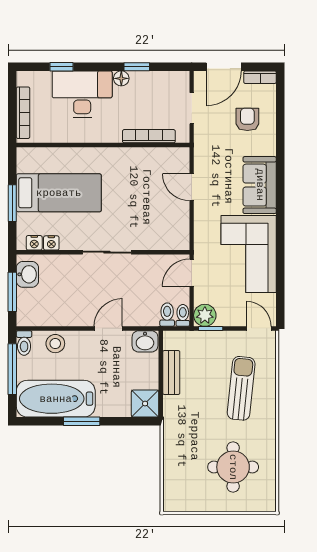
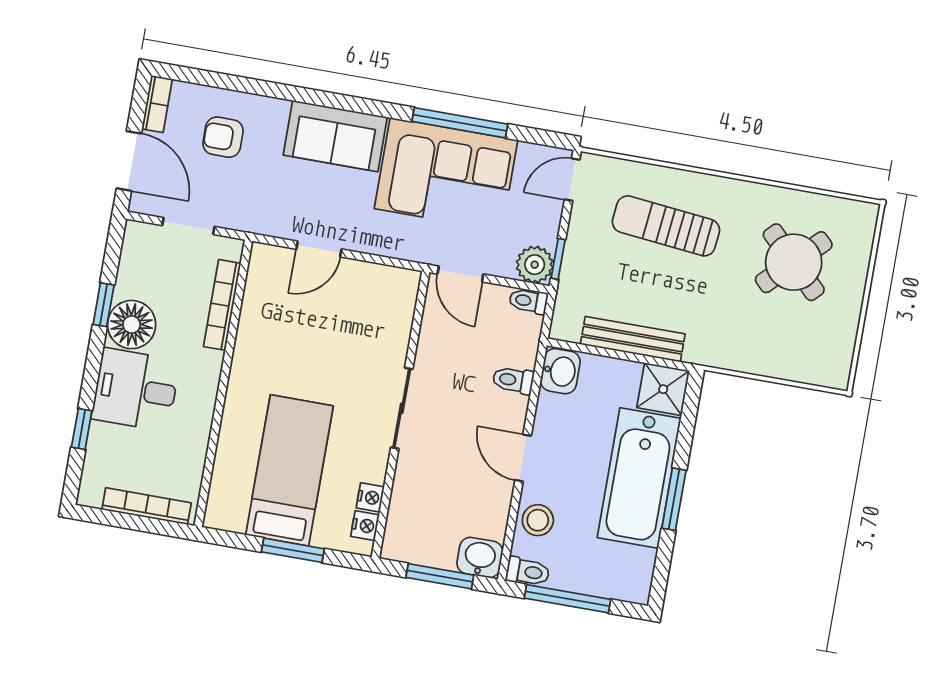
floor lamp: (121, 78) -> (132, 325), width x1.89, depth x1.89
desk: (82, 94) -> (136, 390), width x0.73
window: (280, 257) -> (460, 123), added
washbasin: (27, 274) -> (480, 558), moved
toilet: (167, 315) -> (513, 380), moved
door: (108, 328) -> (523, 458), moved
bench: (171, 372) -> (633, 339), width x1.36
bathtub: (56, 399) -> (639, 478), moved
round table: (233, 467) -> (794, 262), turned 45

